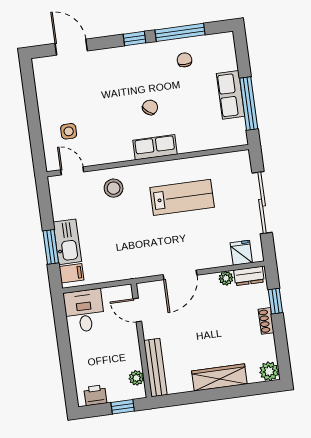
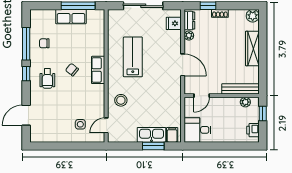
wheelchair: (132, 72) -> (47, 78), added

